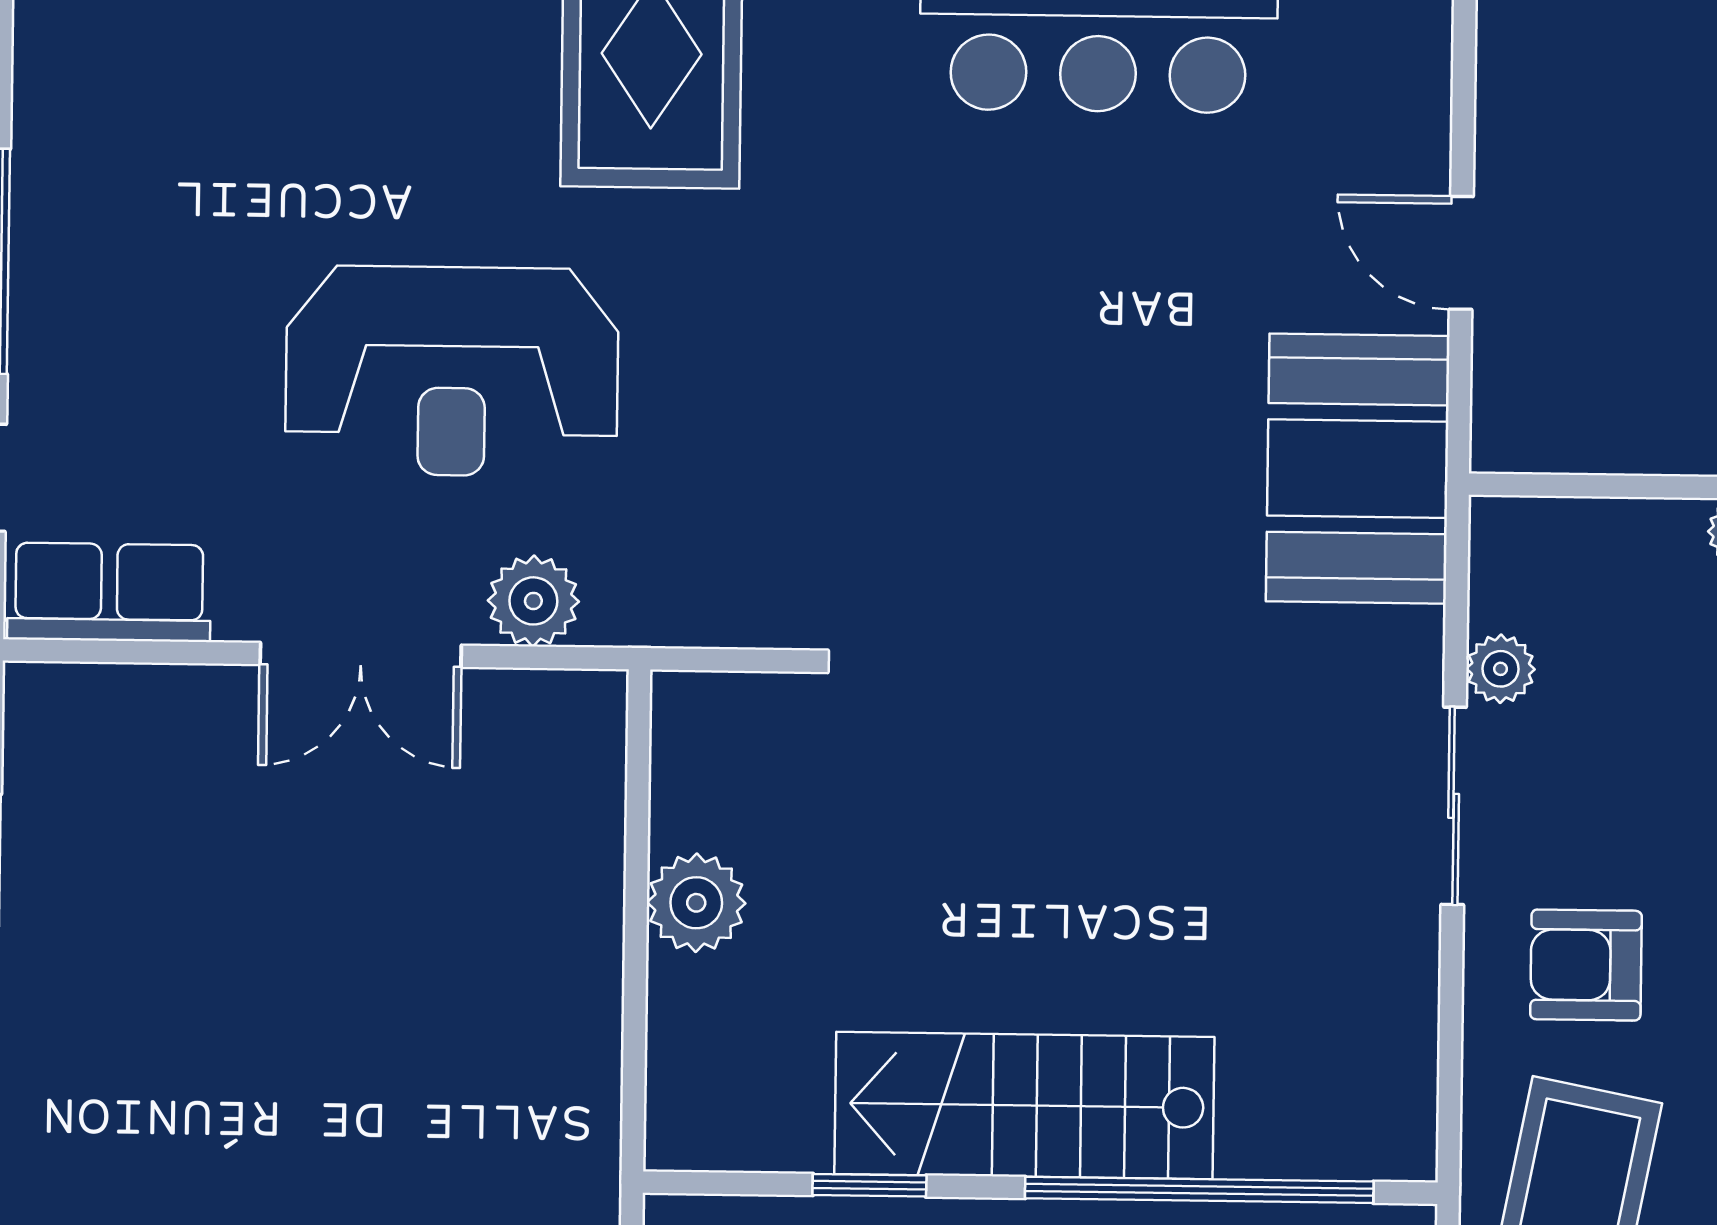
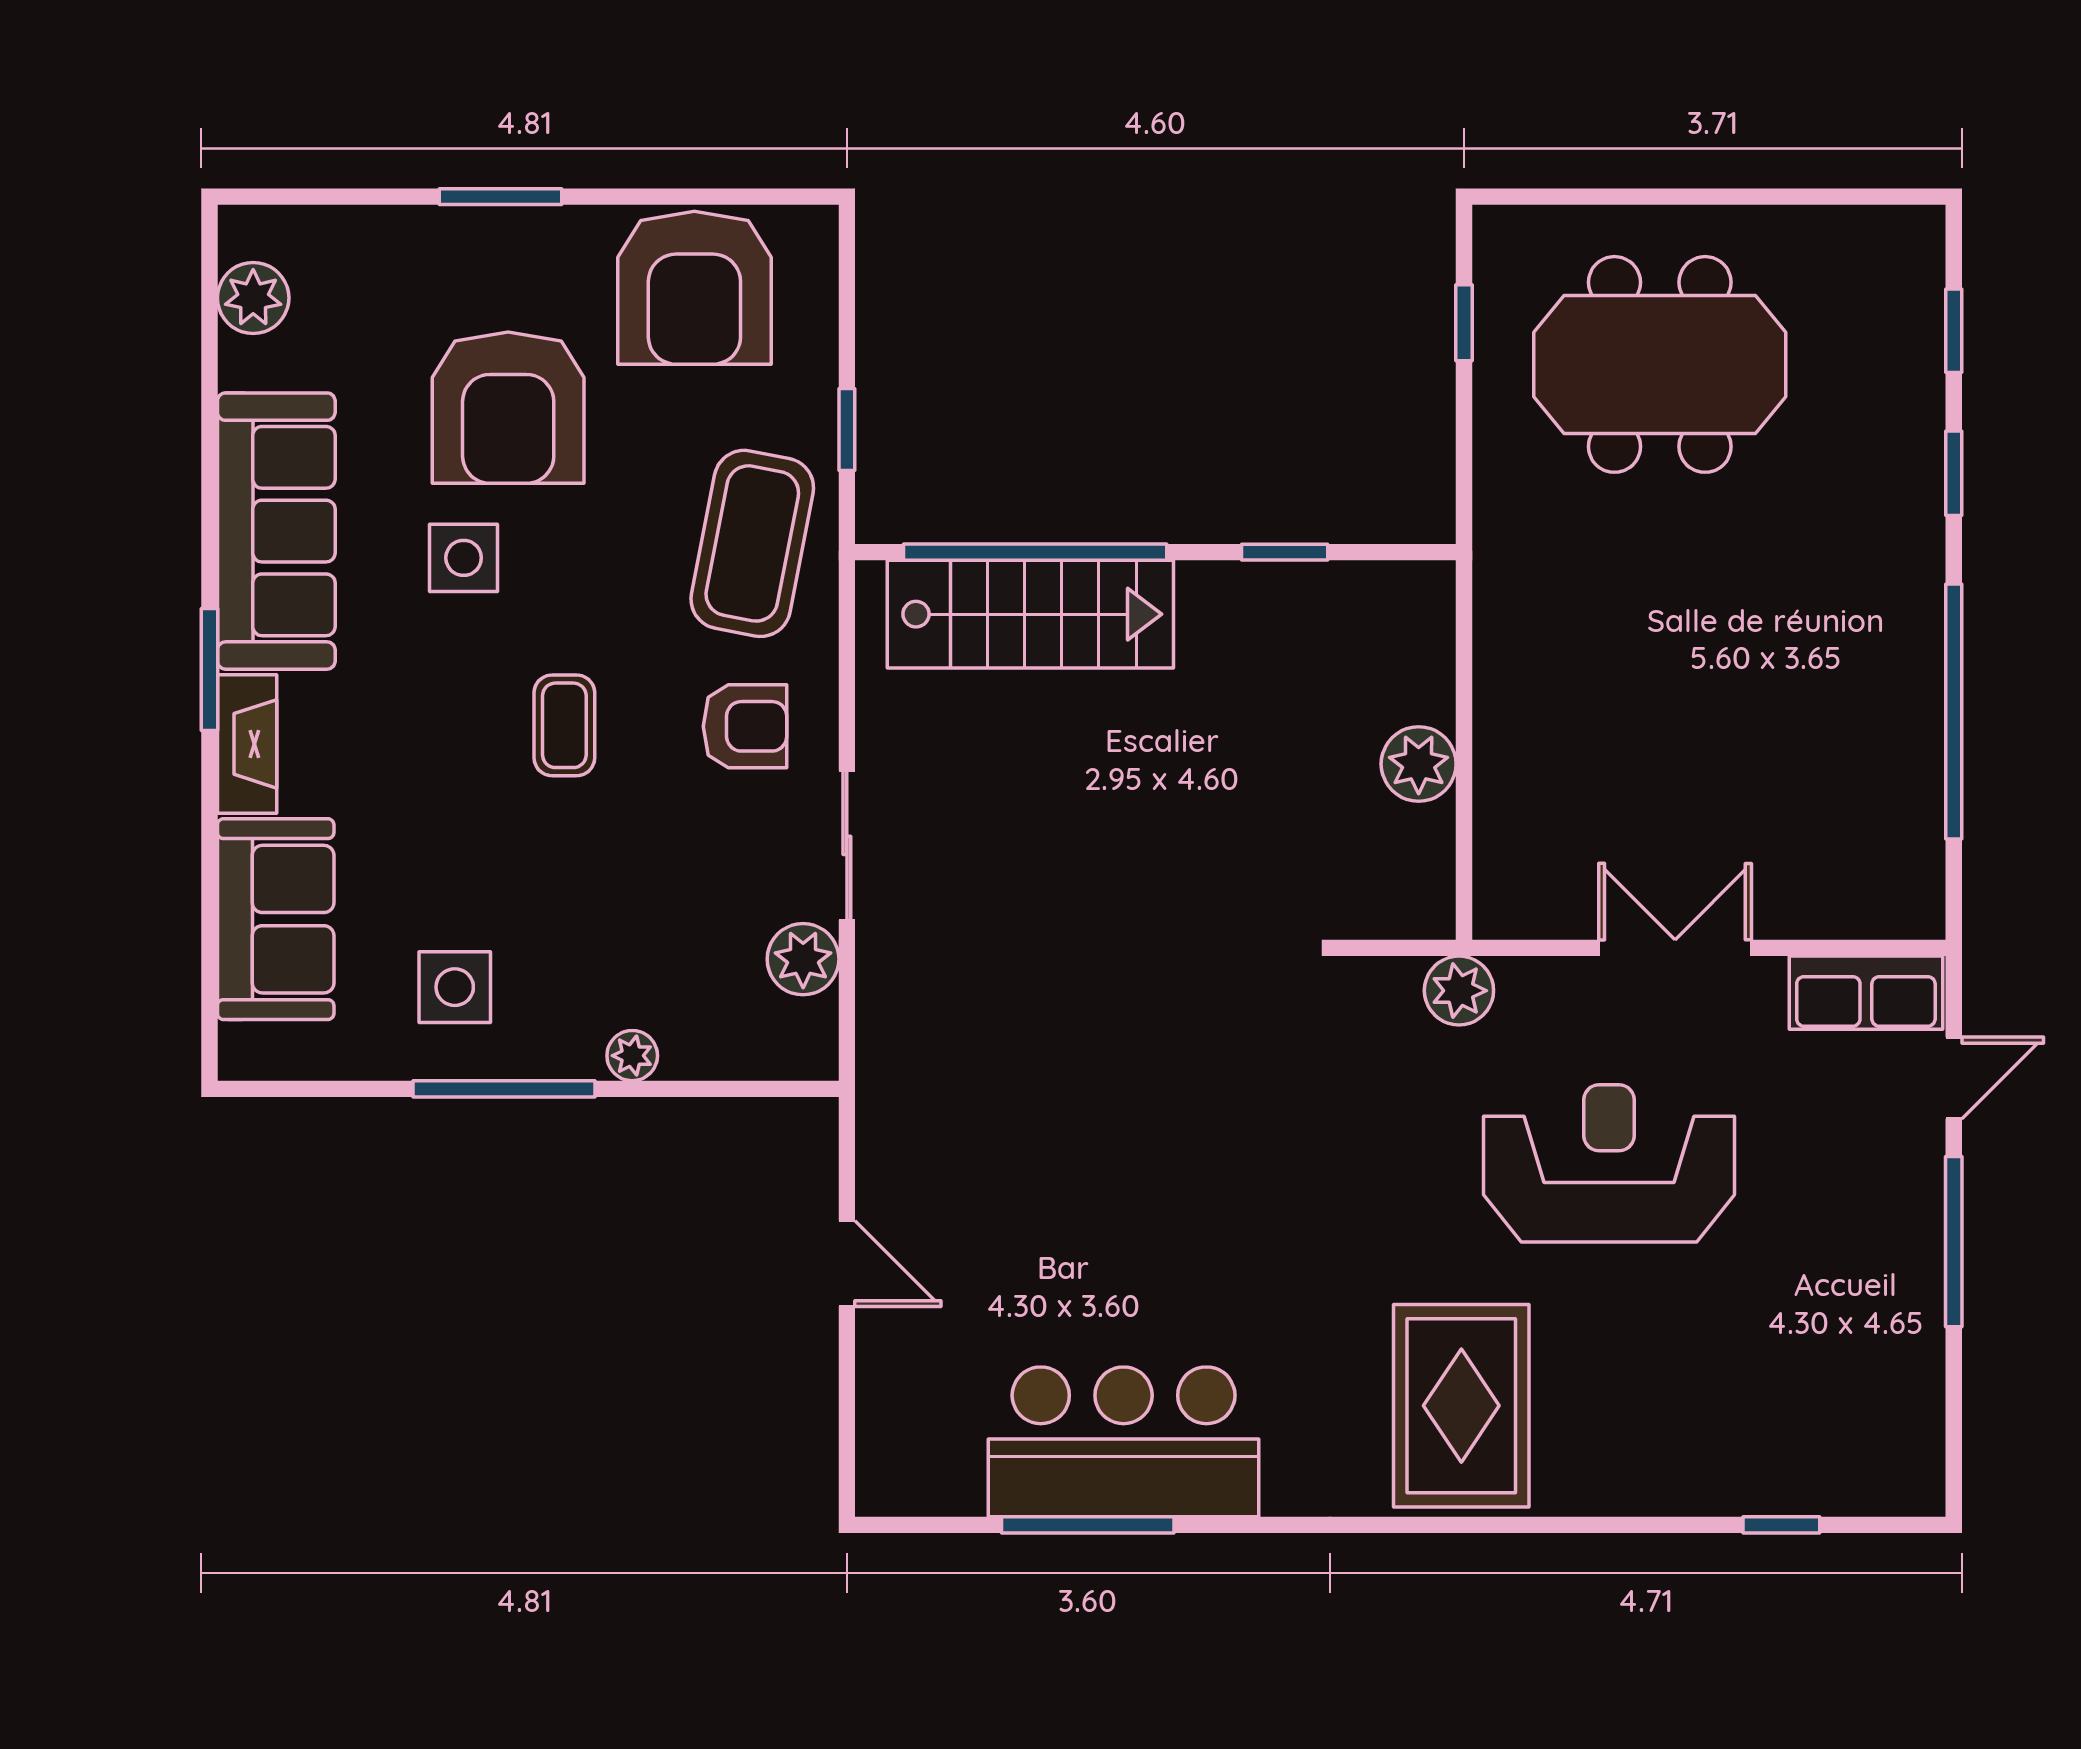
booth: (1358, 469) -> (923, 1099), removed
plant: (533, 601) -> (1459, 991), moved
plant: (1501, 669) -> (803, 959), width x1.38, depth x1.38
stairs: (1024, 1105) -> (1030, 614), moved

